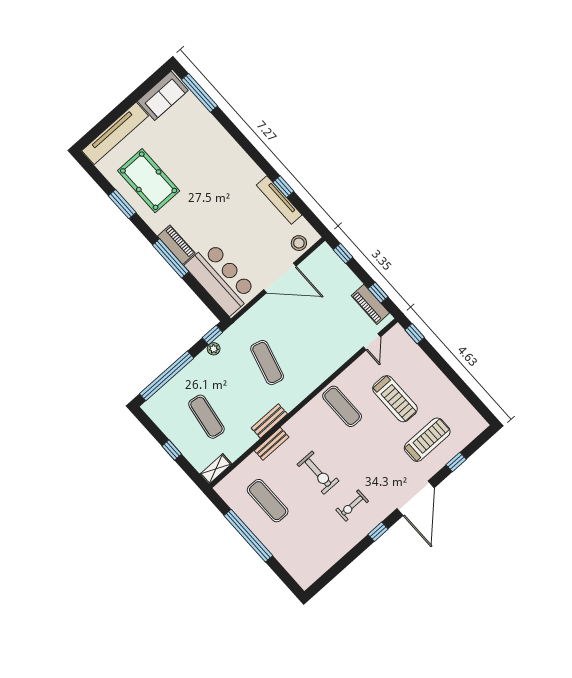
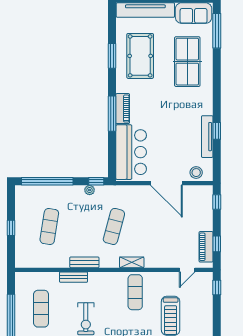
table tennis table: (198, 146) -> (187, 62), added
shelving: (216, 469) -> (132, 262), moved

